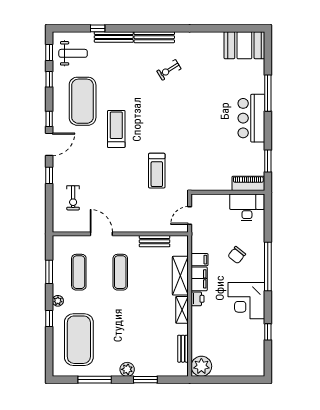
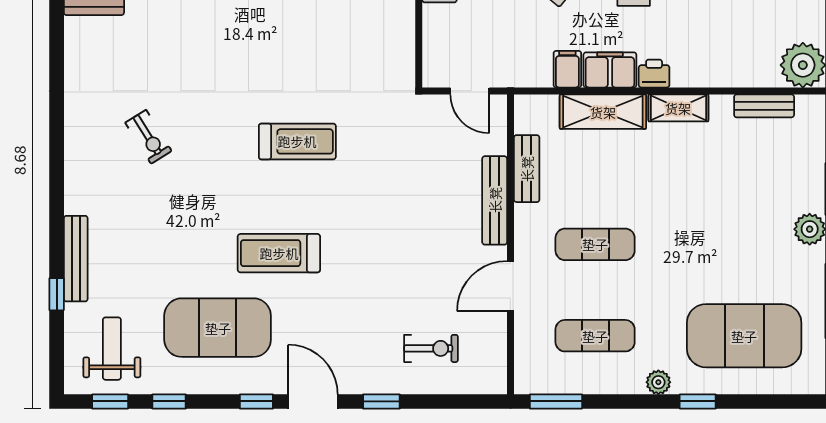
bench: (154, 37) -> (495, 200), moved
treadmill: (157, 171) -> (297, 141), moved
window: (49, 272) -> (556, 401), moved

